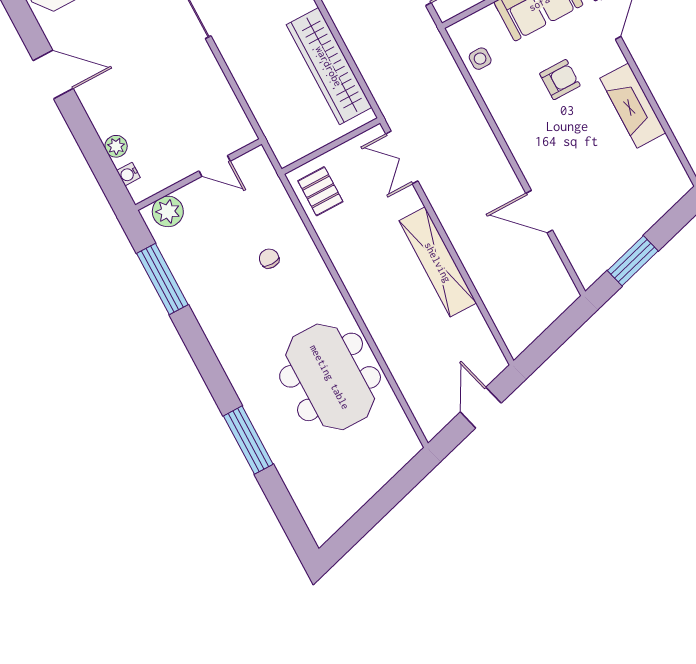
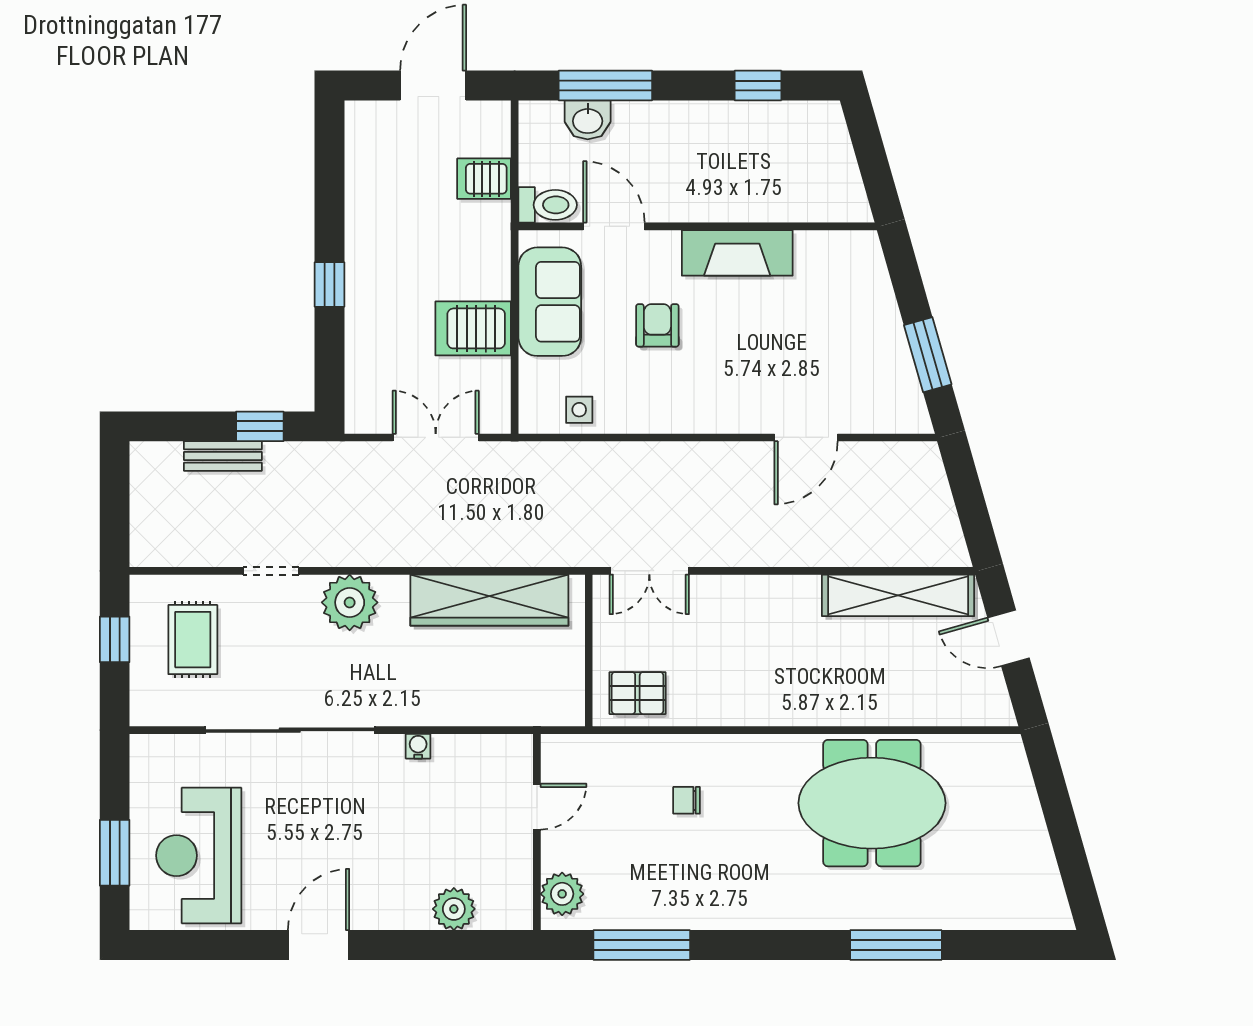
plant: (116, 146) -> (454, 909), width x1.38, depth x1.38
water cooler: (128, 174) -> (418, 746), moved, turned 180
shelving: (438, 262) -> (898, 595), moved

